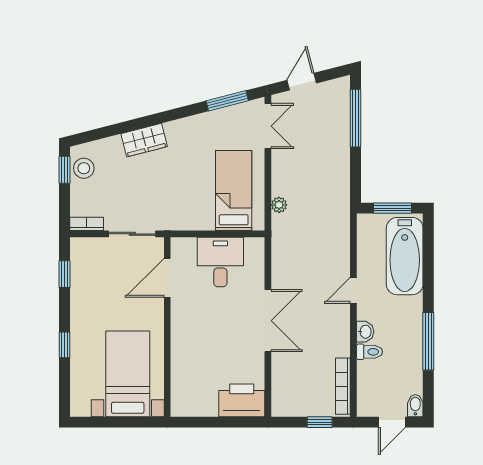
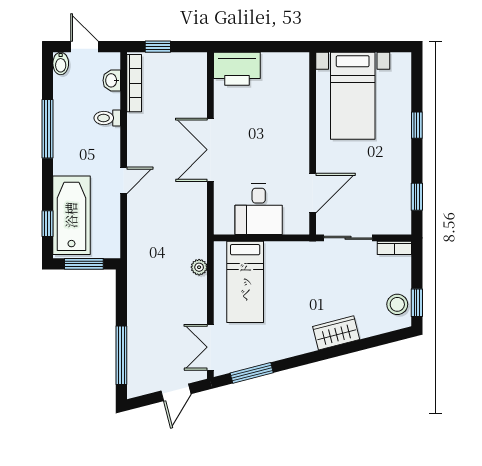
window: (428, 248) -> (47, 224), added
washbasin: (365, 332) -> (112, 80), moved
door: (392, 422) -> (84, 47), hinge flipped

